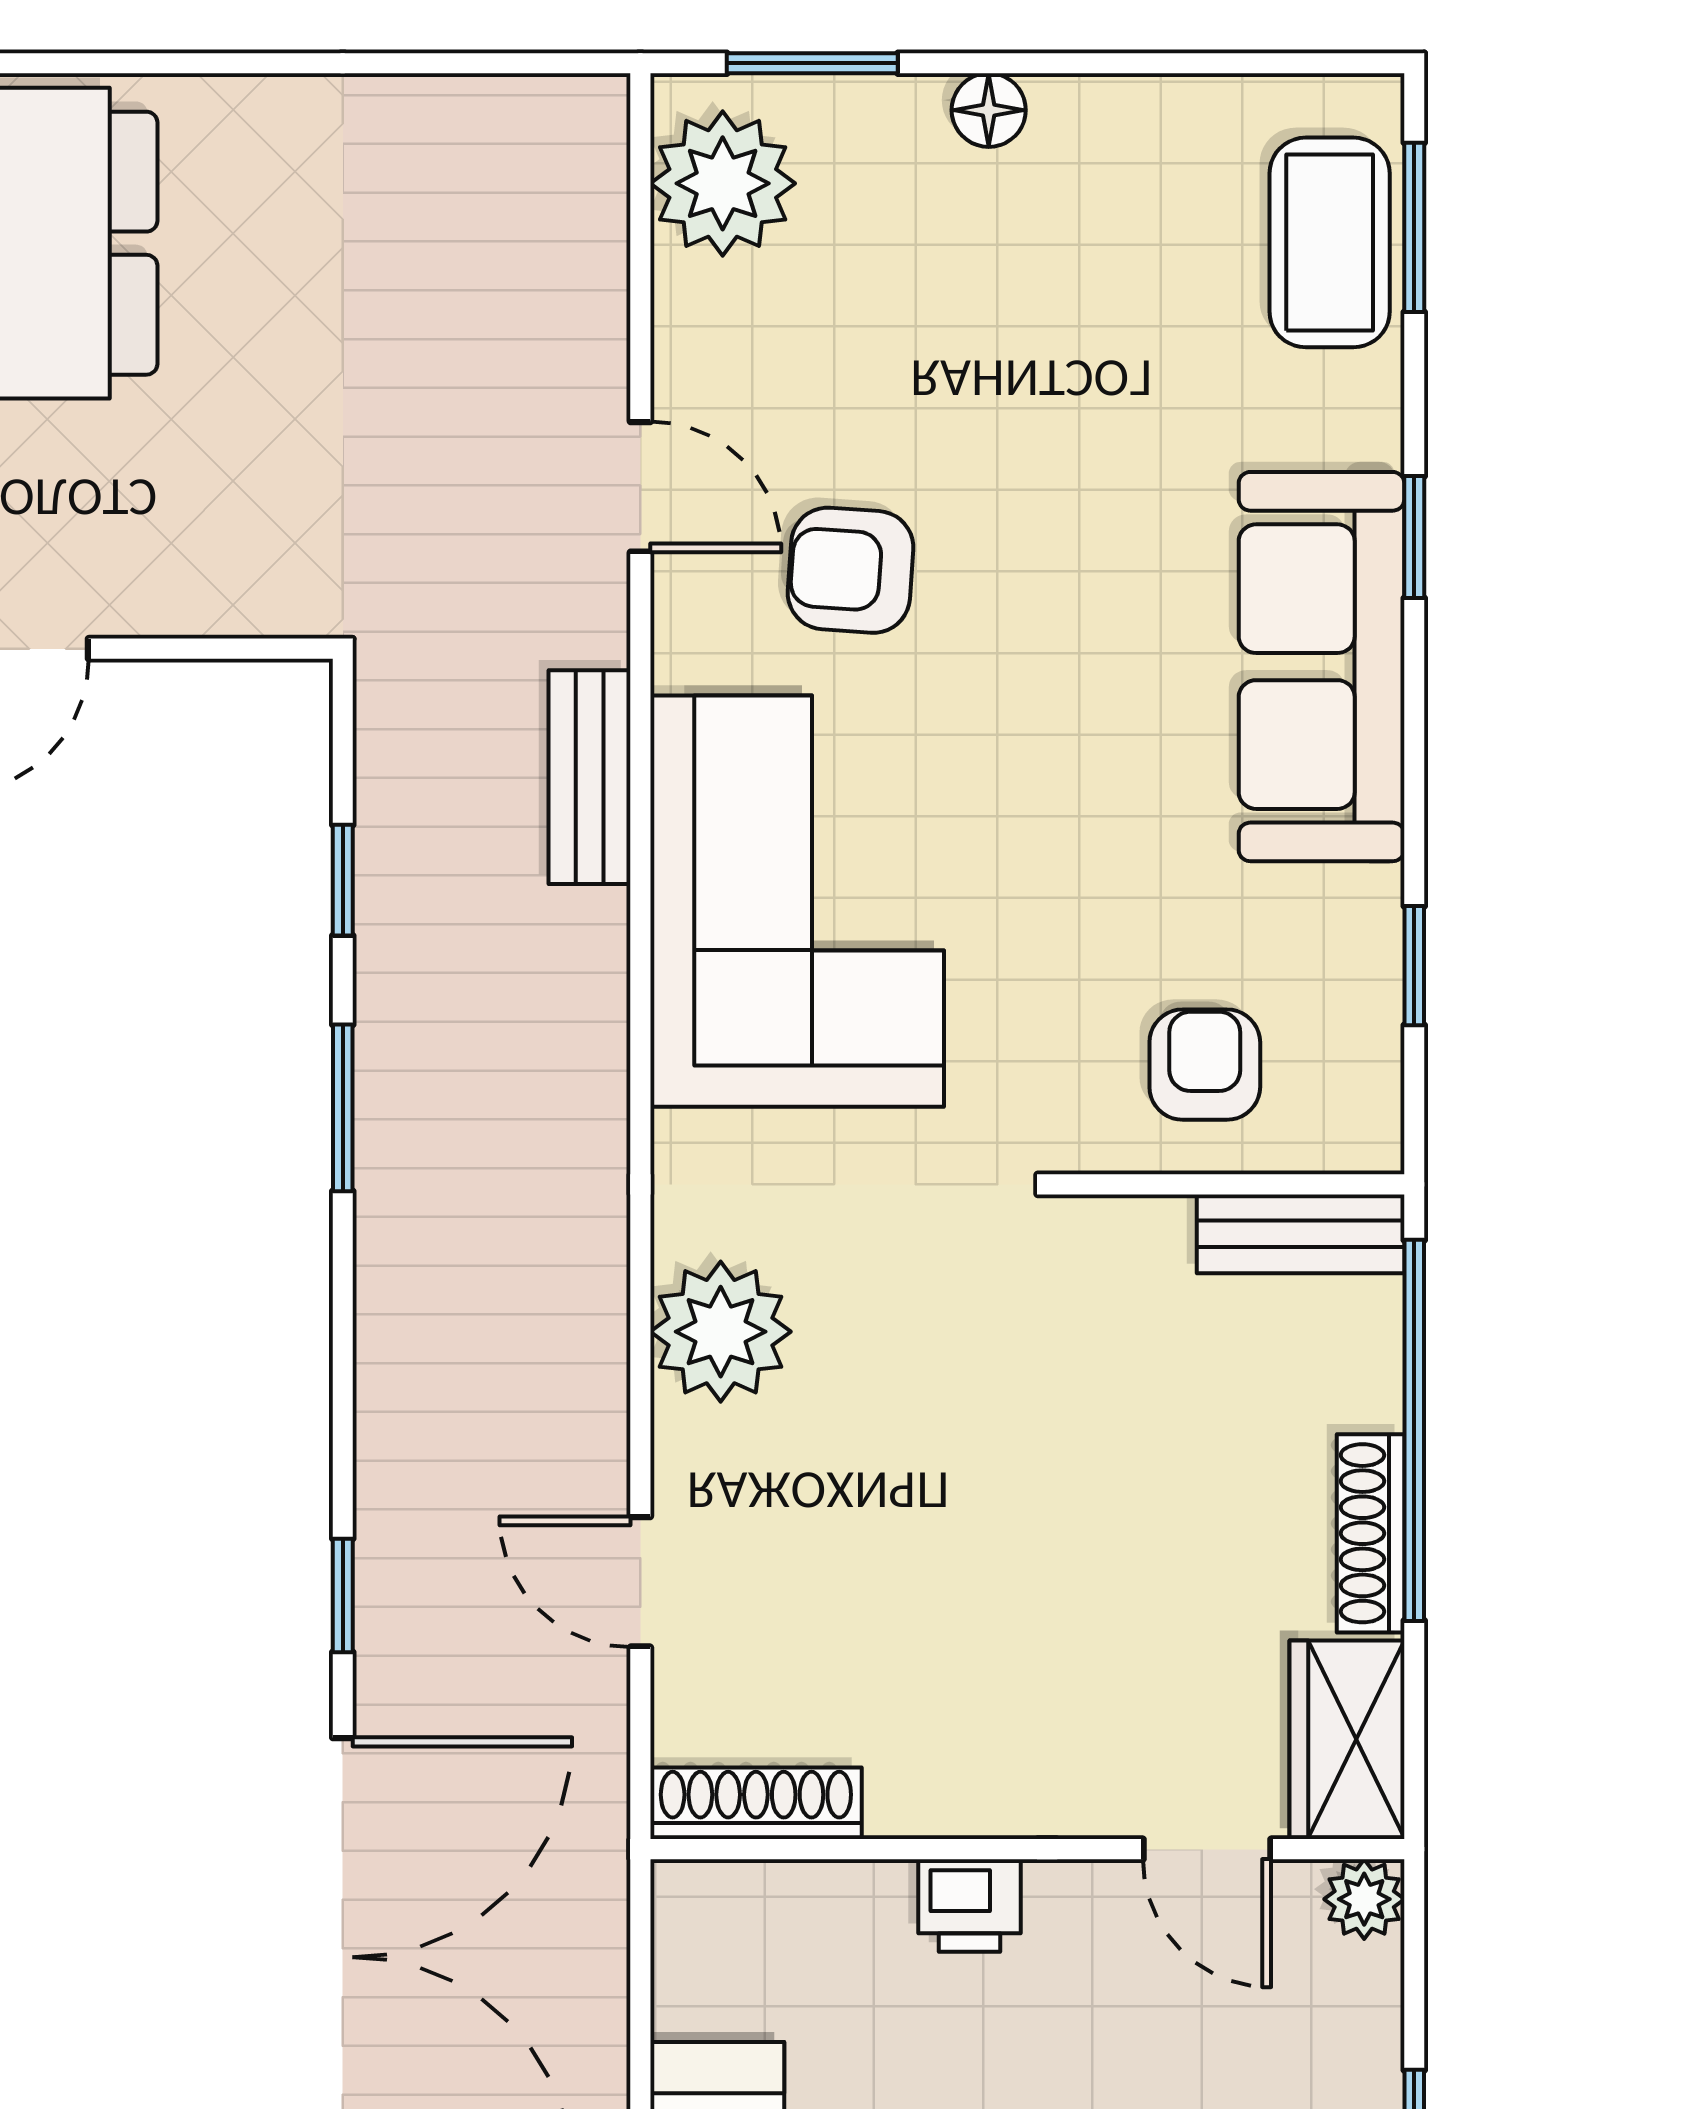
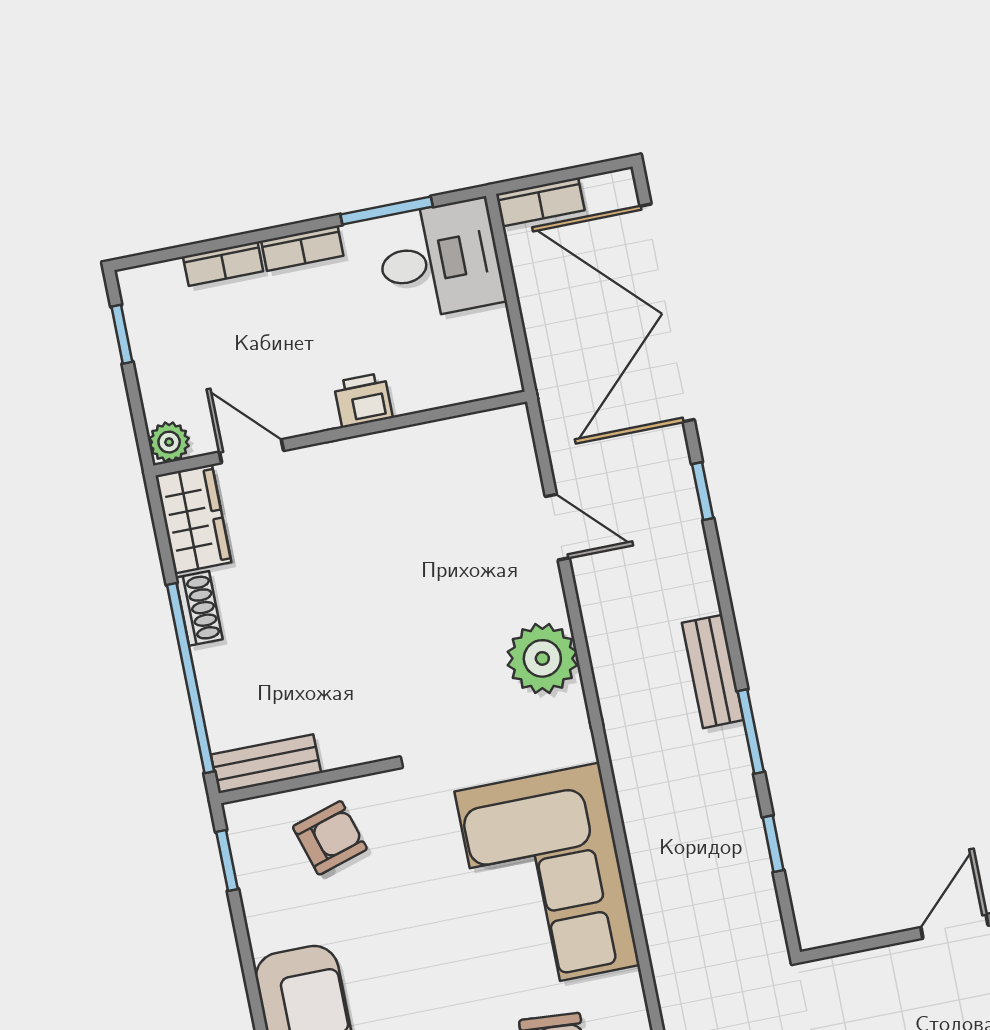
bench: (590, 777) -> (713, 671), moved
window: (1414, 966) -> (227, 860), moved
armchair: (1205, 1065) -> (330, 838), turned -107
shoe rack: (1371, 1533) -> (199, 608), width x0.70
shoe rack: (756, 1803) -> (478, 429), removed

